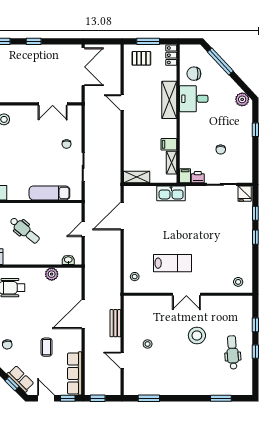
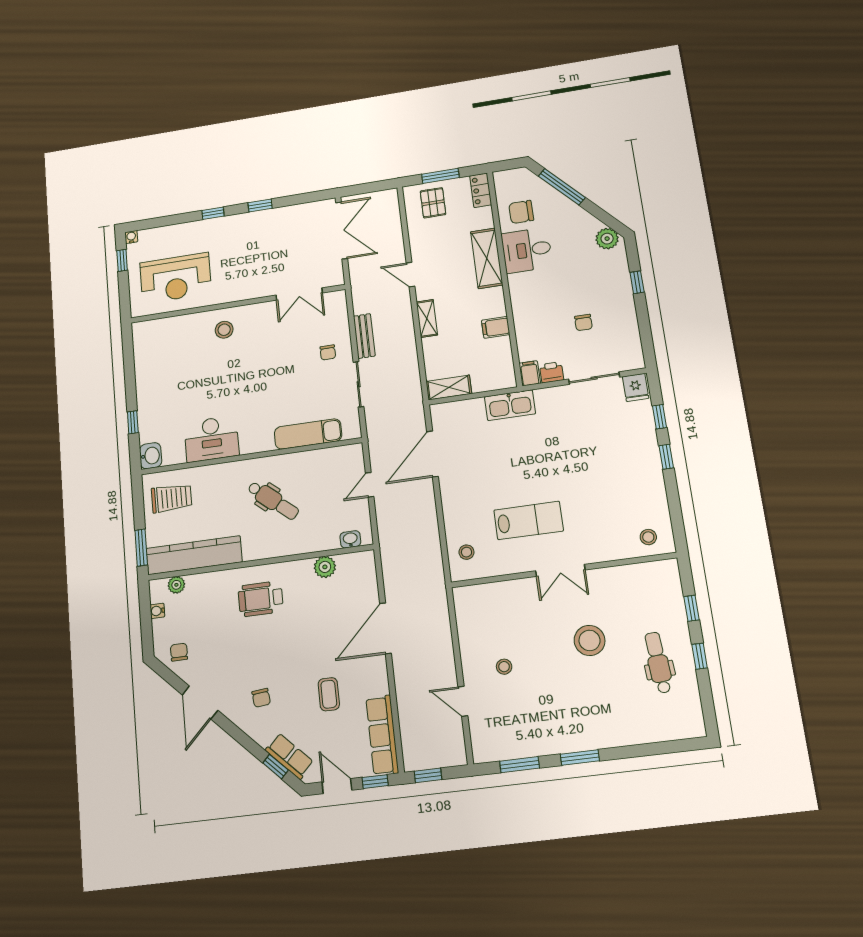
pallet: (141, 58) -> (433, 203), turned 90
shelving: (172, 163) -> (427, 318), moved
bench: (115, 323) -> (364, 336), moved
window: (221, 398) -> (580, 758), moved

